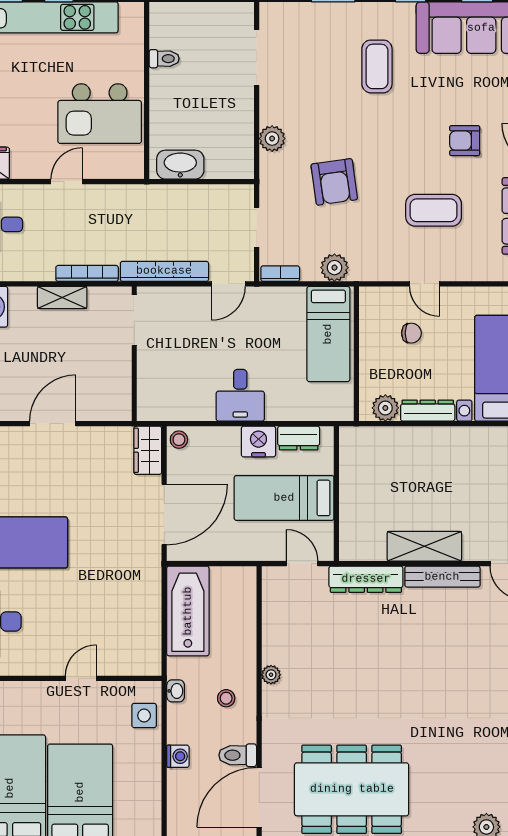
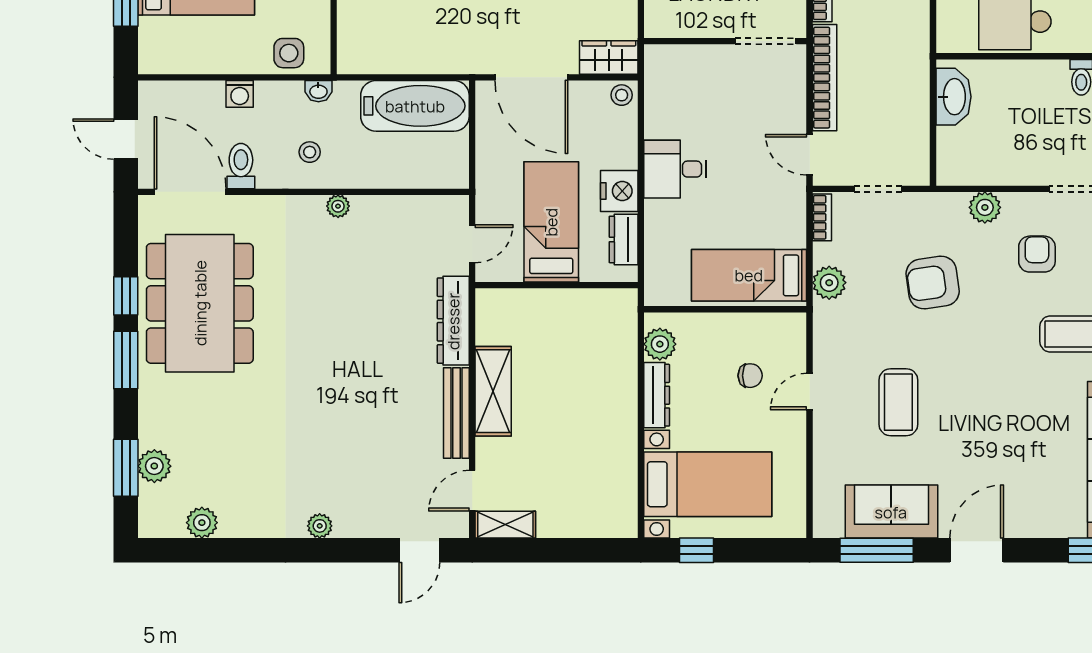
armchair: (465, 141) -> (1037, 254), moved
chair: (411, 333) -> (750, 376), turned -90

